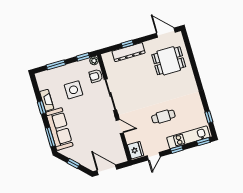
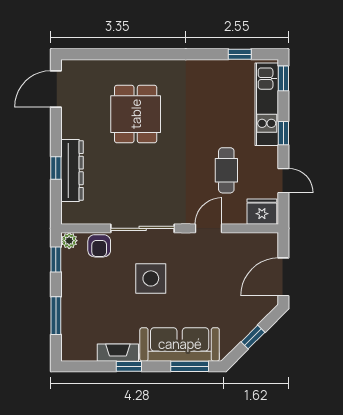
dining table: (169, 61) -> (136, 114), moved
side table: (74, 90) -> (151, 278), moved
cafe table: (163, 117) -> (226, 170), moved

